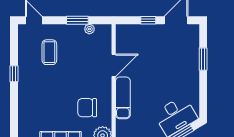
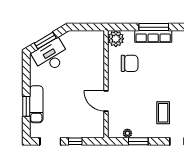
door: (114, 65) -> (106, 101), hinge flipped
exam couch: (123, 98) -> (36, 104), moved, turned 180

